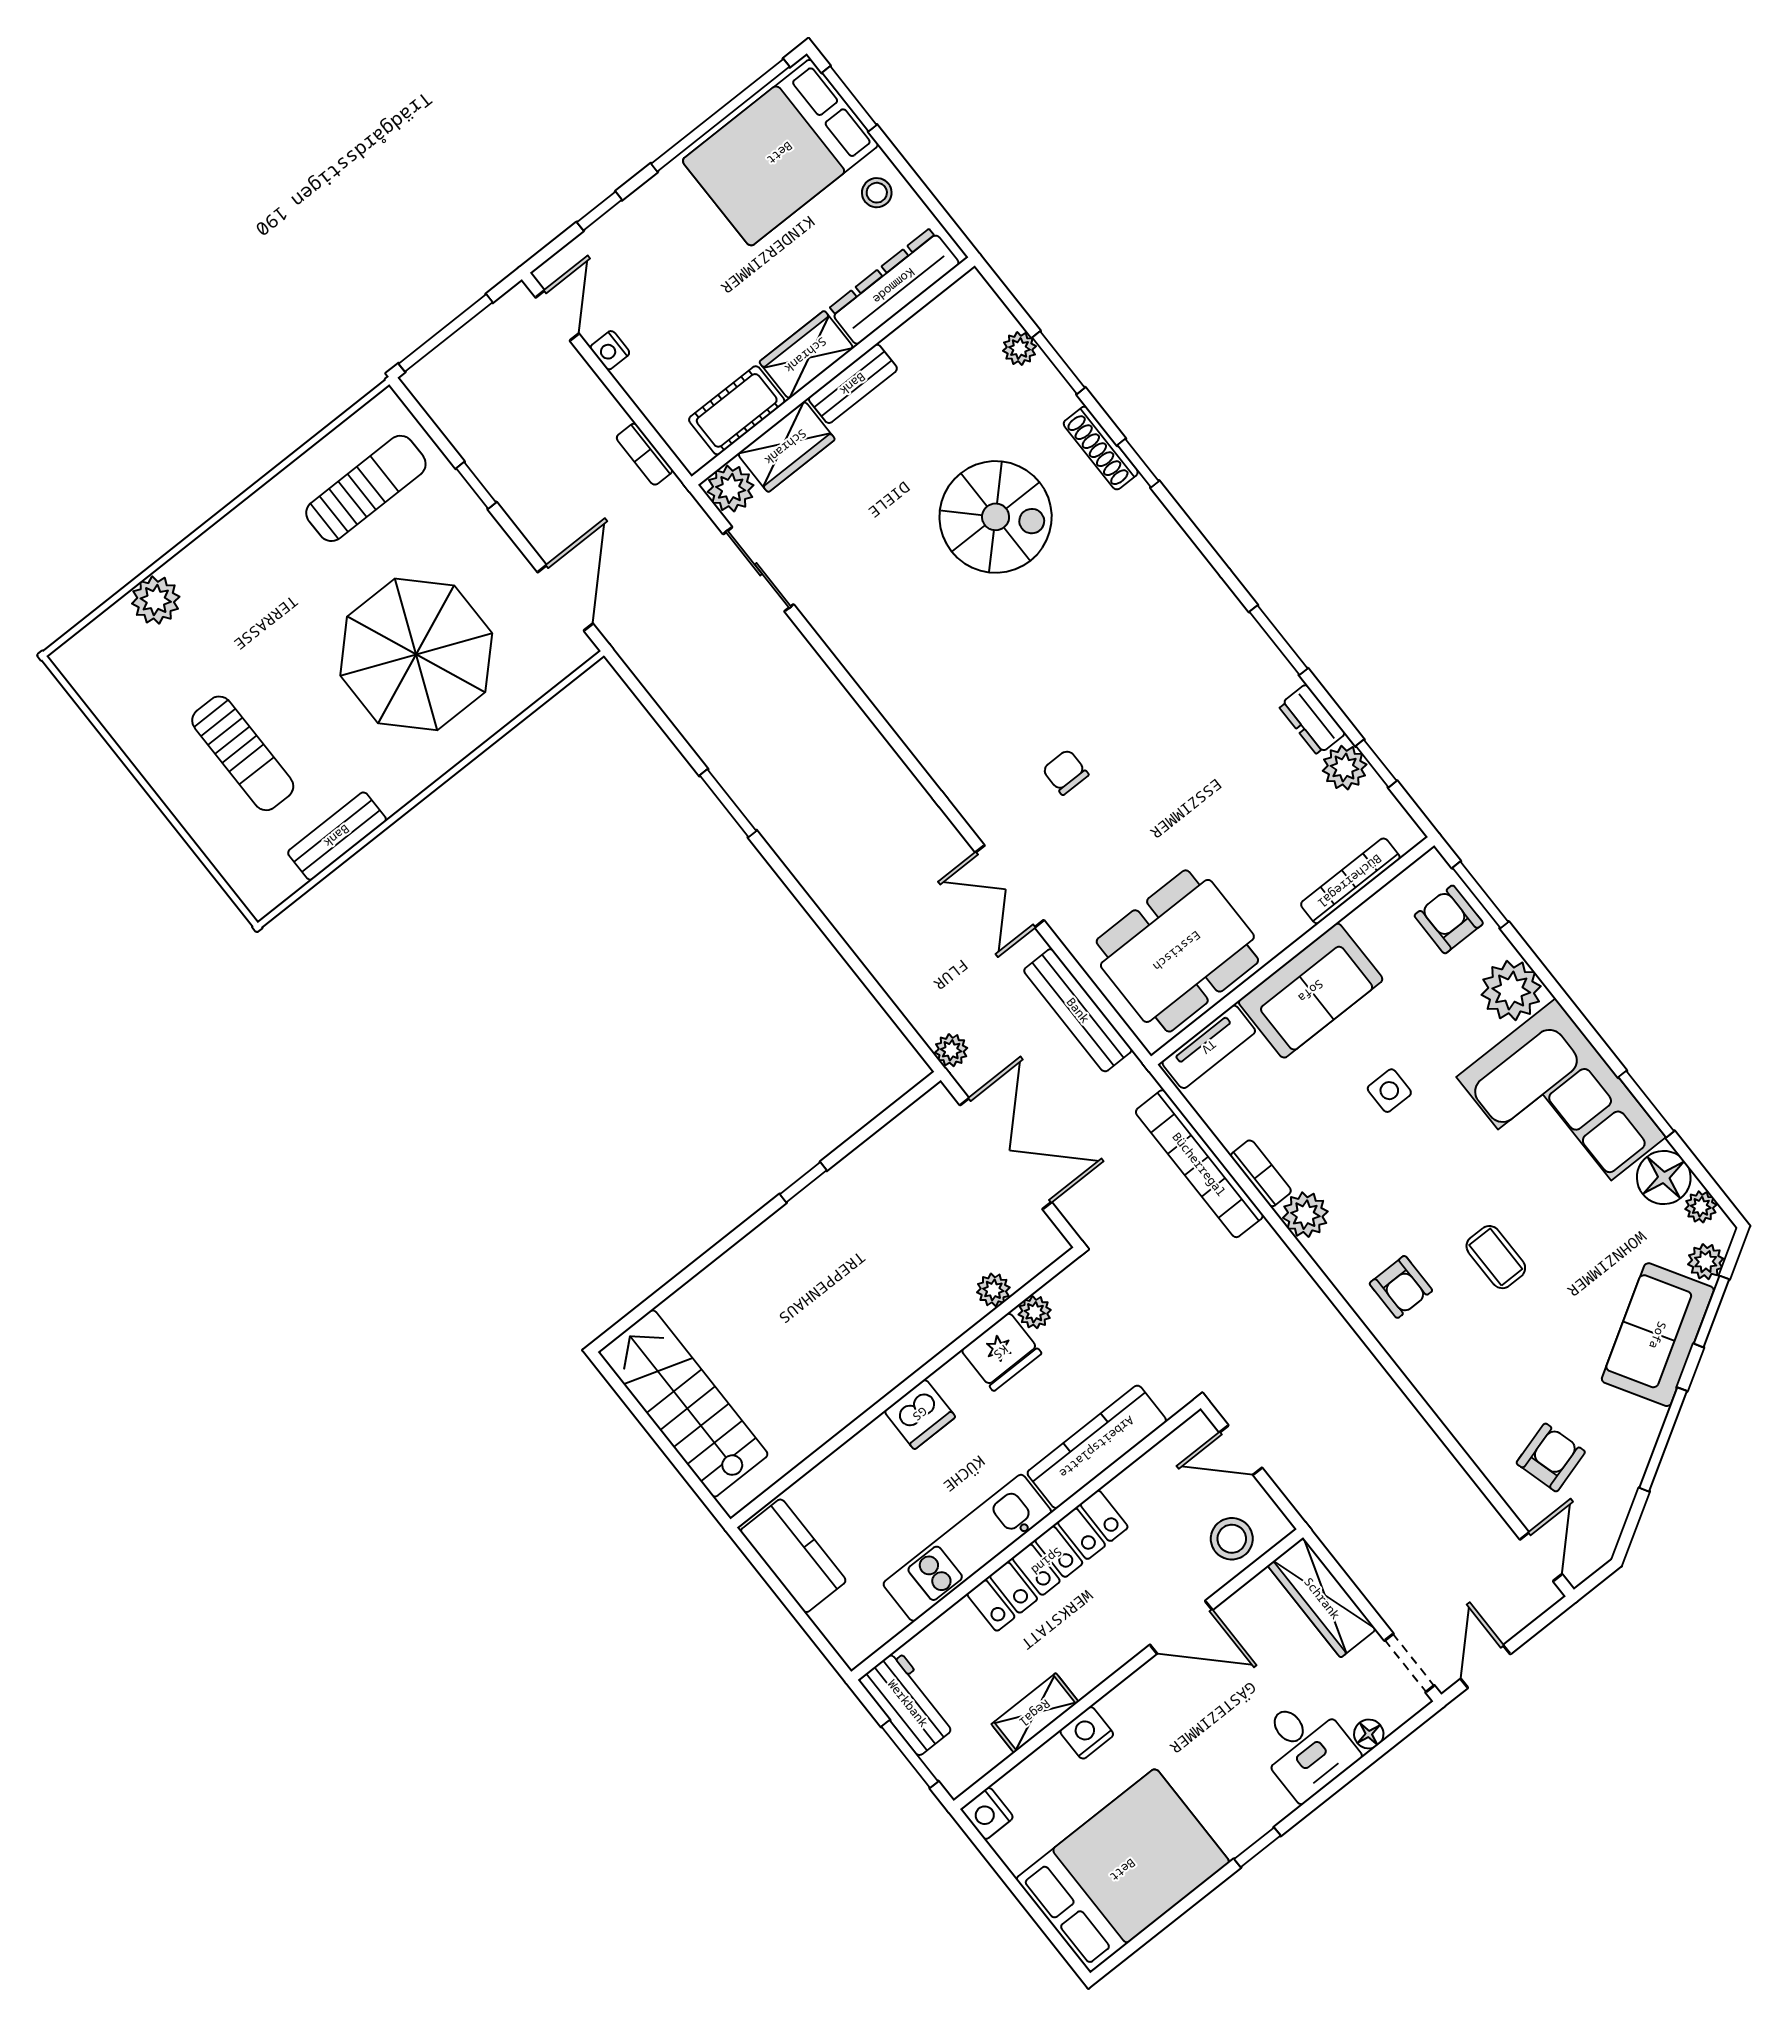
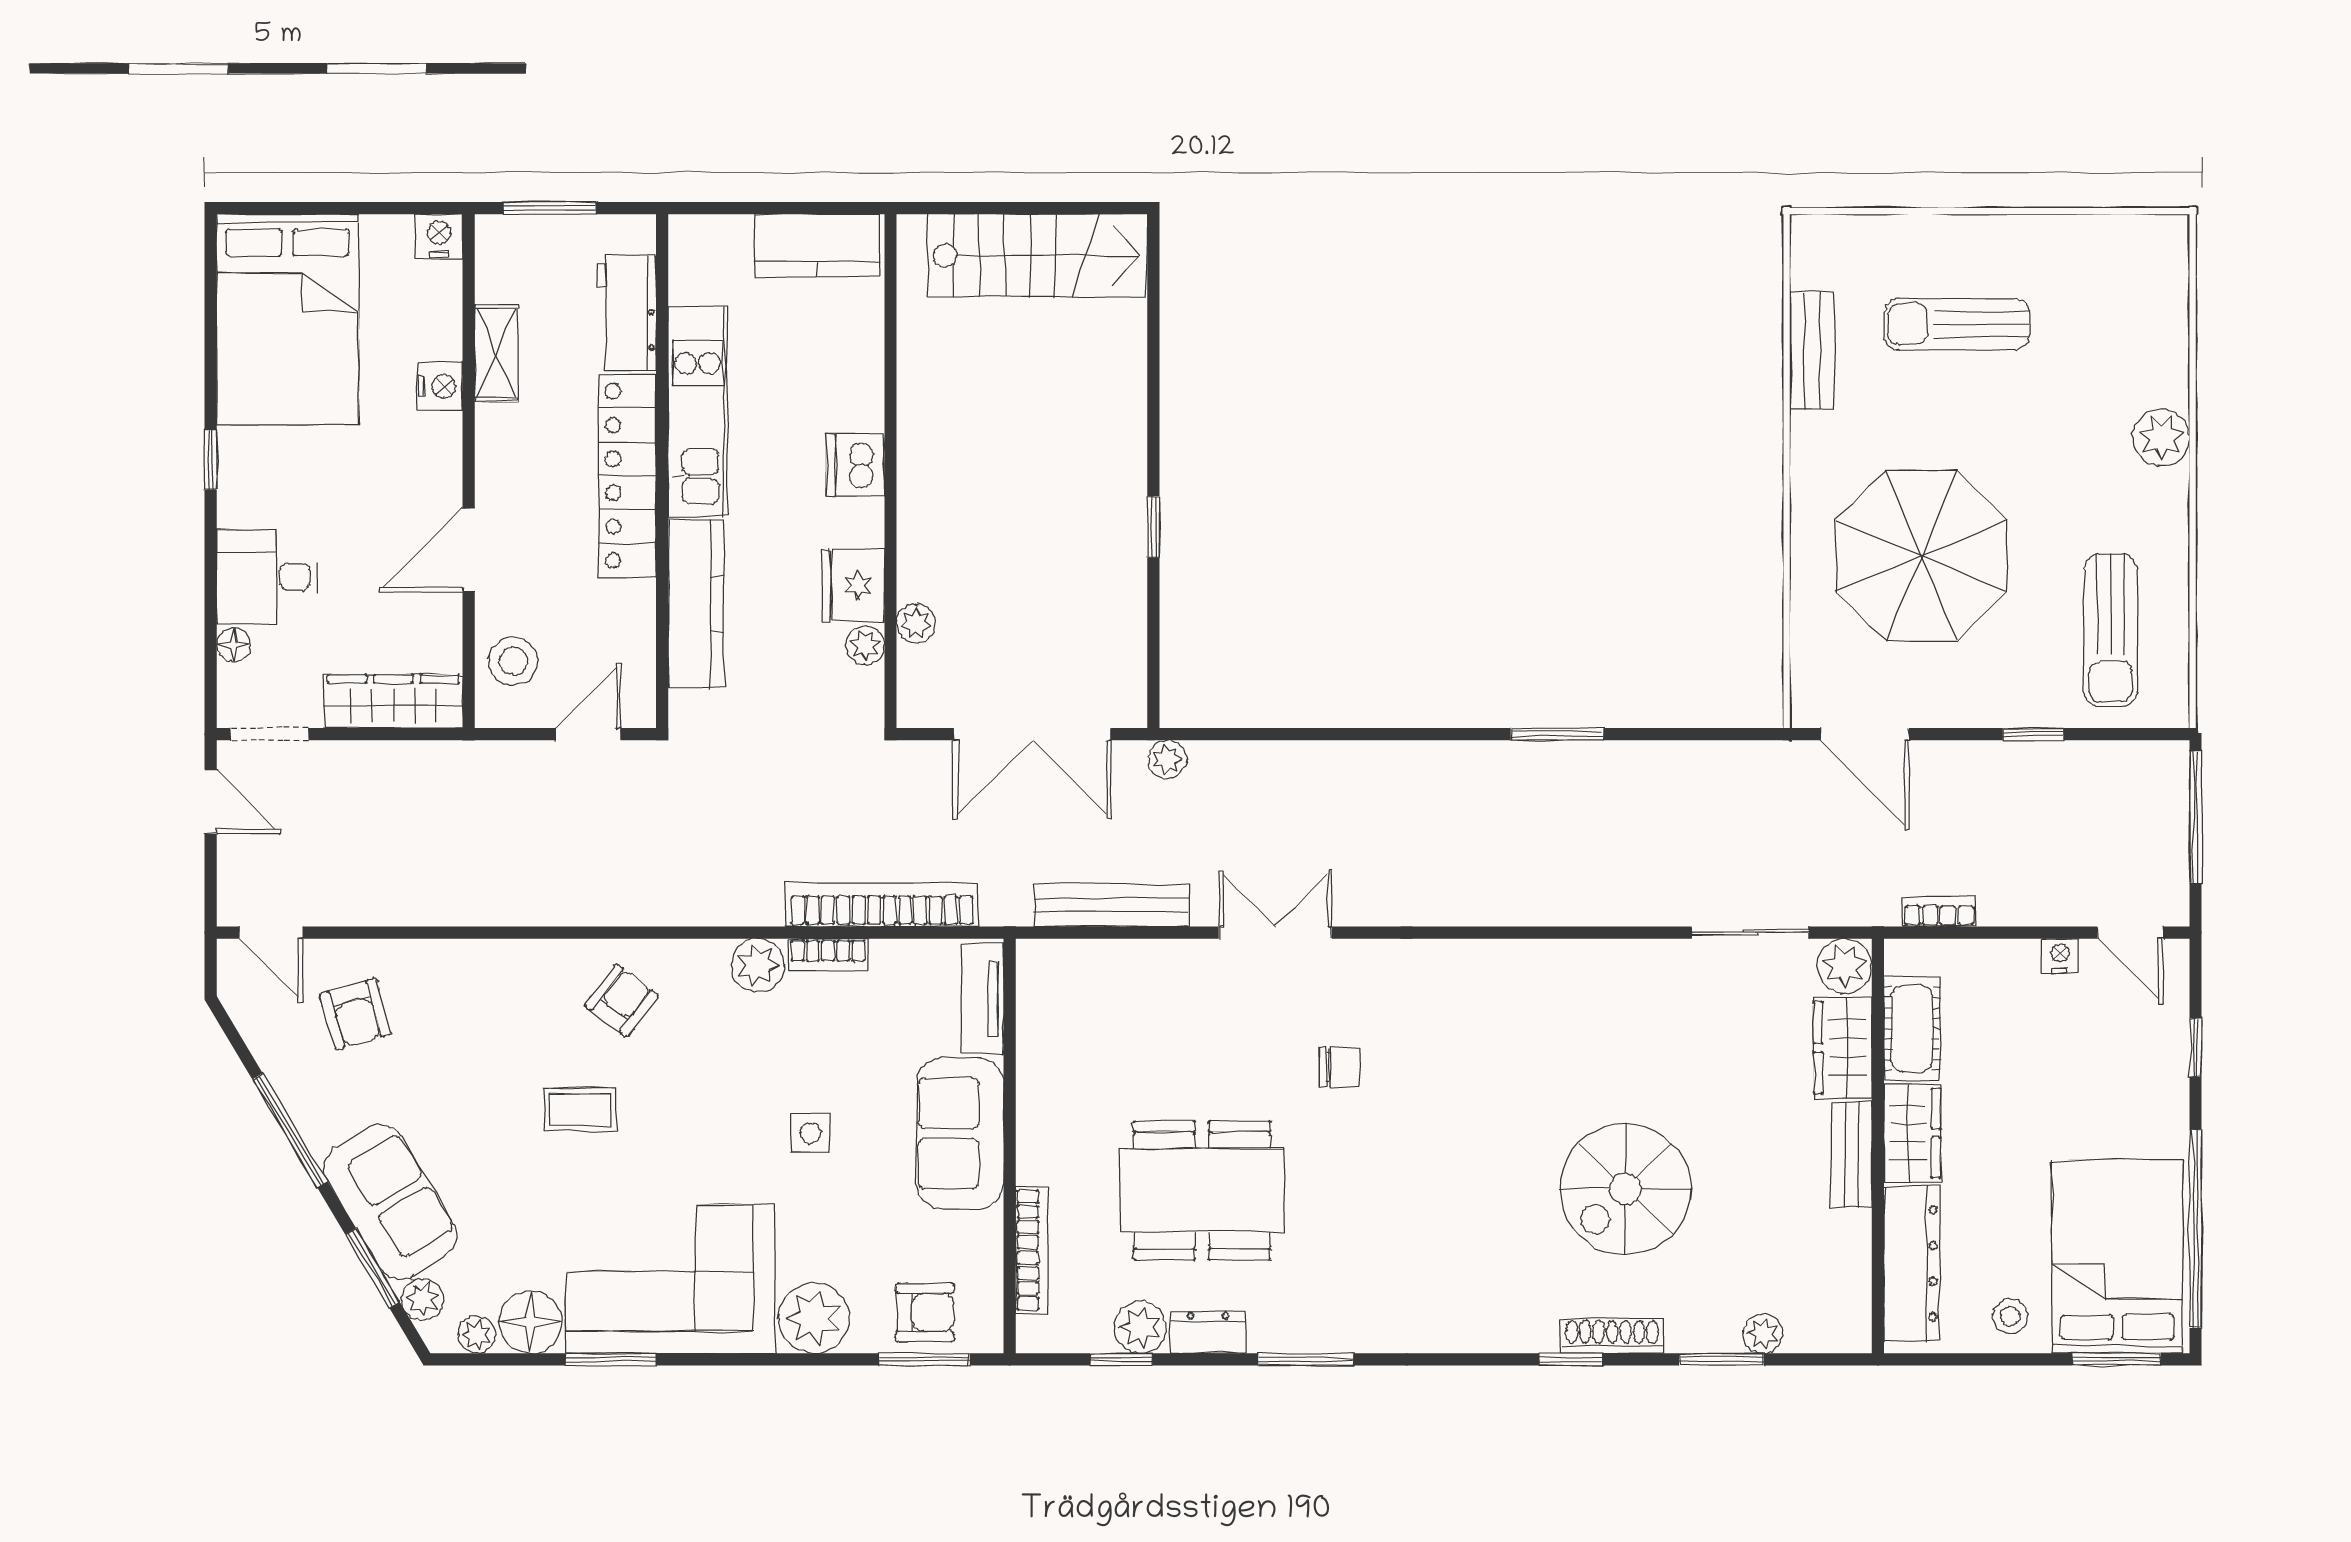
plant: (156, 600) -> (2161, 437), moved
dining table: (1177, 951) -> (1202, 1190), moved, turned 90
armchair: (1401, 1287) -> (621, 1000), turned 127
workbench: (908, 1703) -> (626, 312), moved, turned 90

